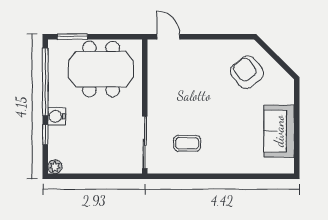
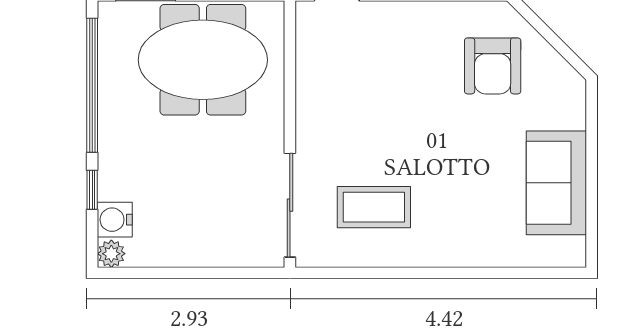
armchair: (247, 72) -> (493, 66), turned -142
water cooler: (57, 116) -> (115, 220), moved
coffee table: (187, 143) -> (374, 207), width x1.36, depth x1.30

